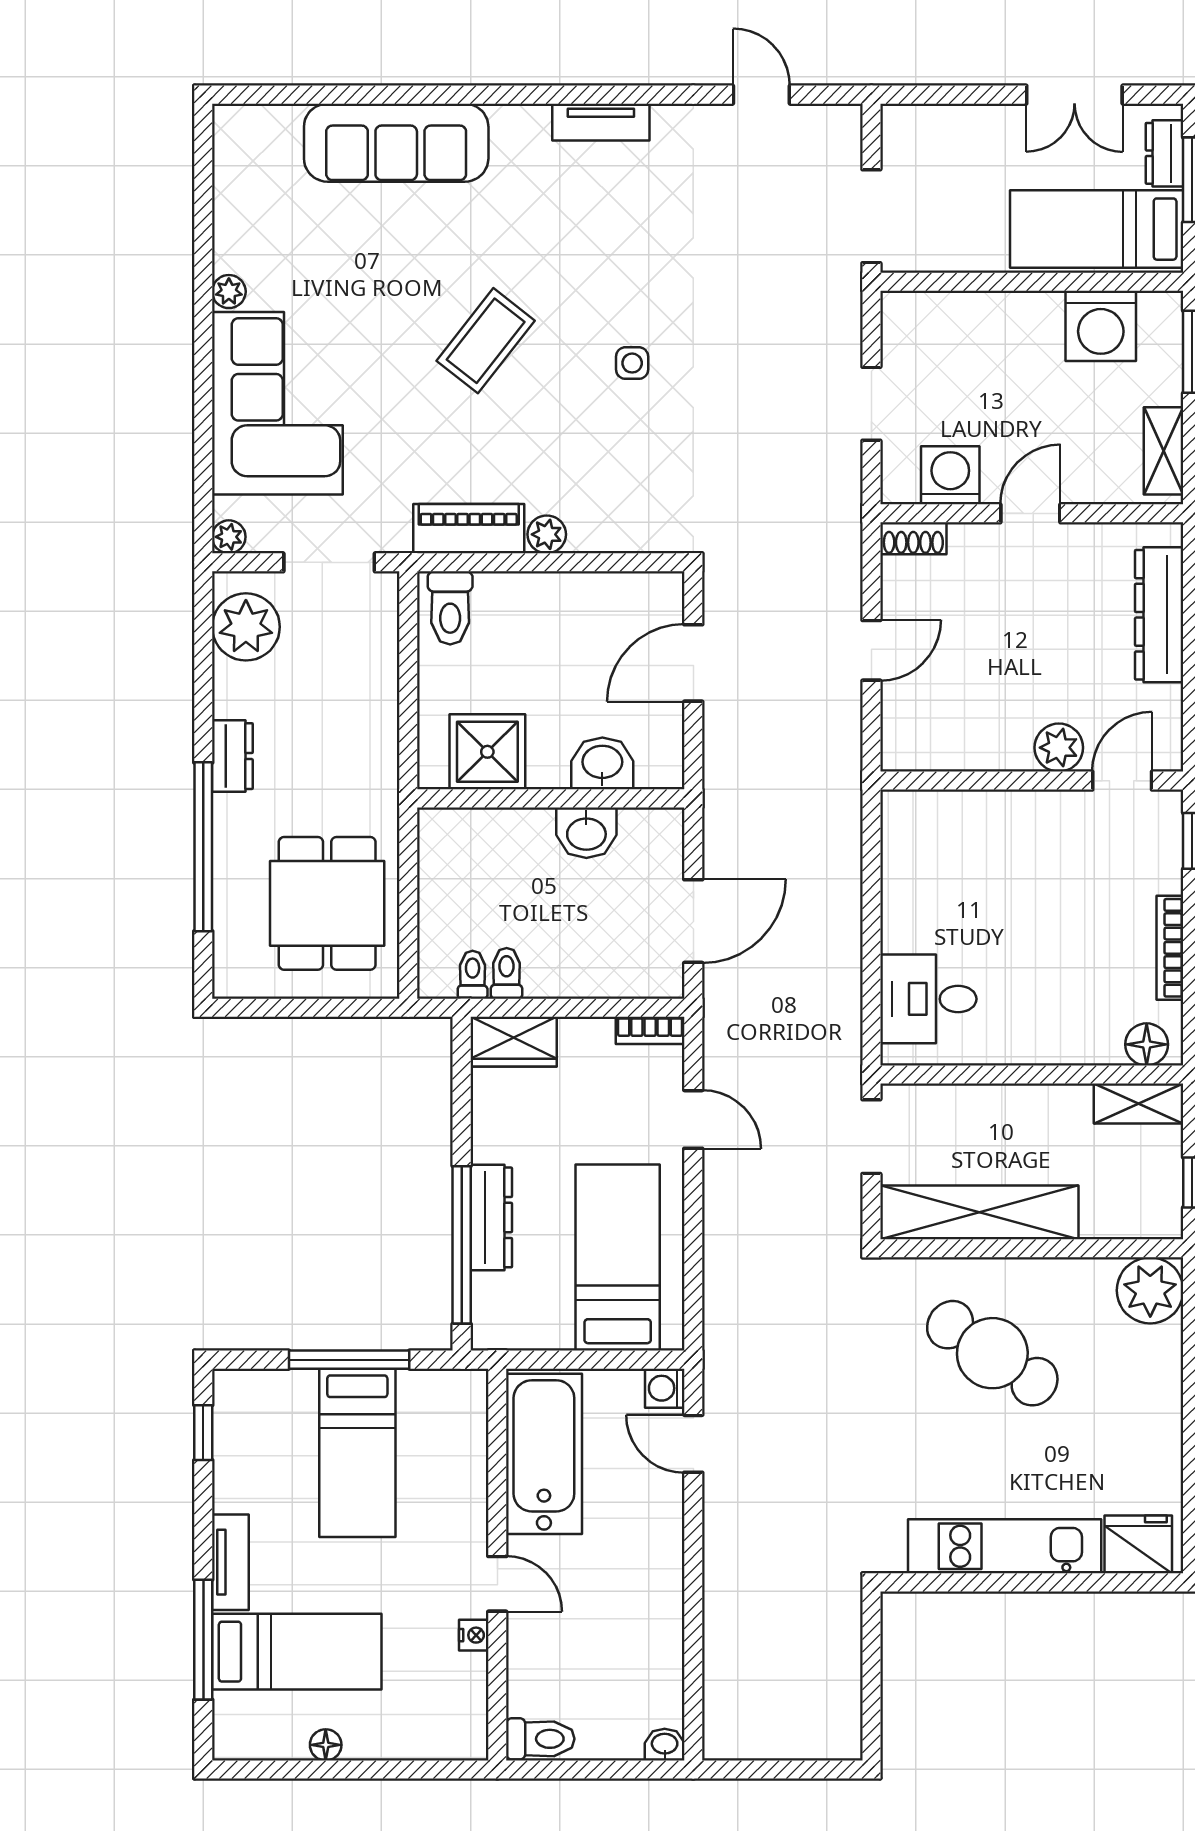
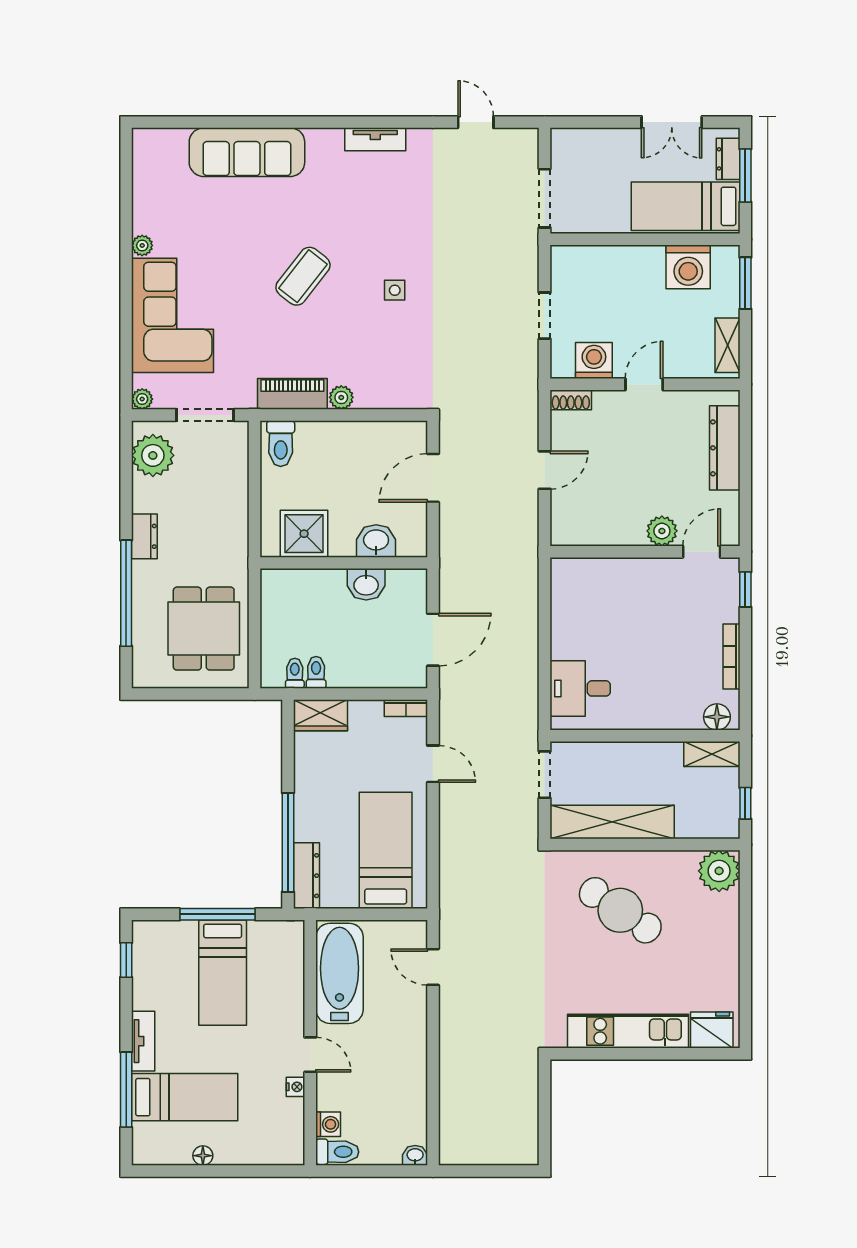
dresser: (491, 1217) -> (306, 876), moved
washing machine: (665, 1388) -> (328, 1124), moved, turned 180

